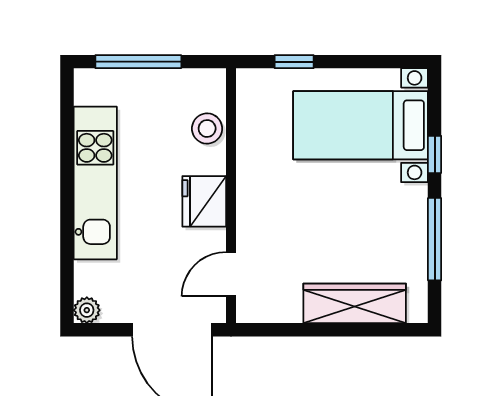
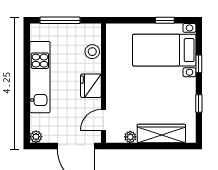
window: (294, 62) -> (165, 20), moved
window: (435, 239) -> (199, 103), width x0.46
plant: (288, 311) -> (130, 137), added

